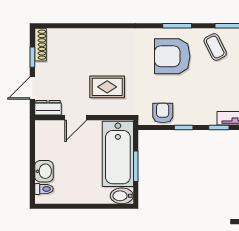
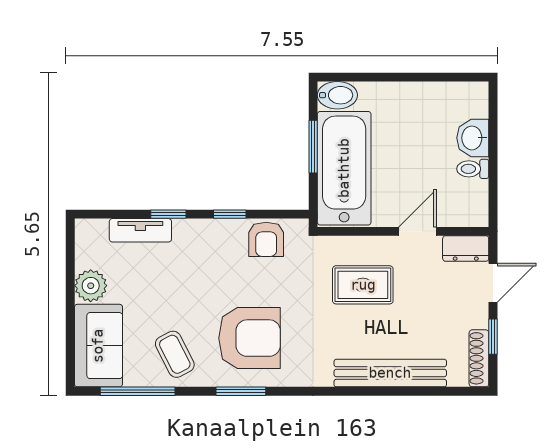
bench: (91, 36) -> (390, 373), added
toilet: (44, 189) -> (473, 169), moved

